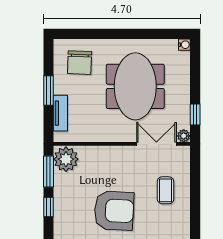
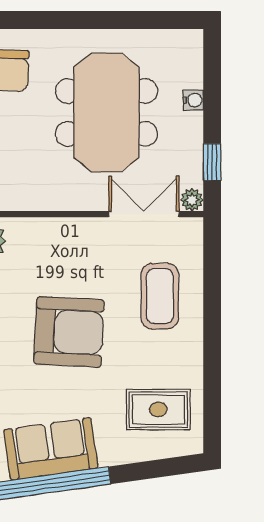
water cooler: (184, 45) -> (193, 100), moved
coffee table: (165, 190) -> (160, 296), width x1.36, depth x1.30

